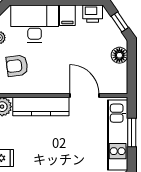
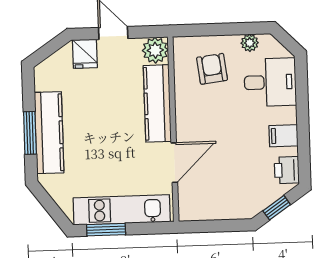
desk: (35, 24) -> (270, 82), width x0.73
floor lamp: (119, 55) -> (231, 209), removed
window: (132, 132) -> (106, 230), moved

